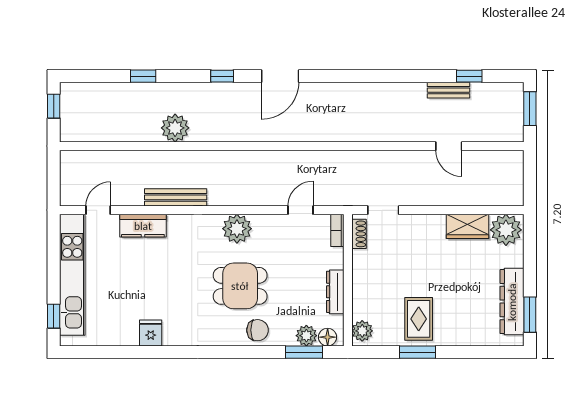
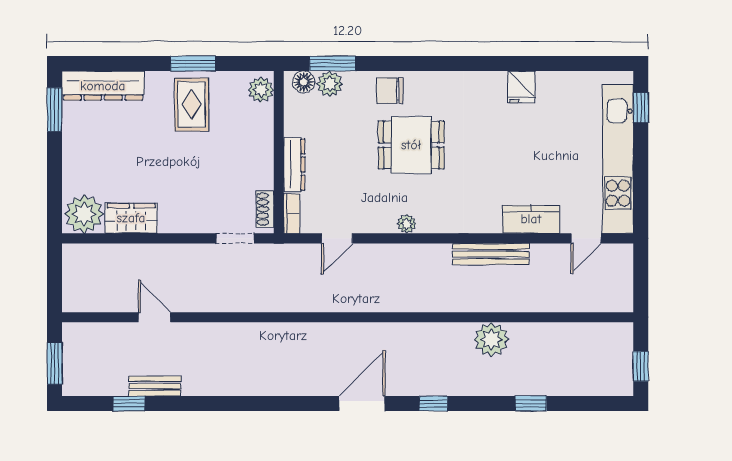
plant: (237, 229) -> (407, 224), width x0.53, depth x0.53
dresser: (335, 292) -> (294, 165), moved
dresser: (512, 302) -> (103, 86), moved, turned 90

